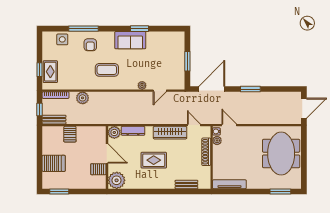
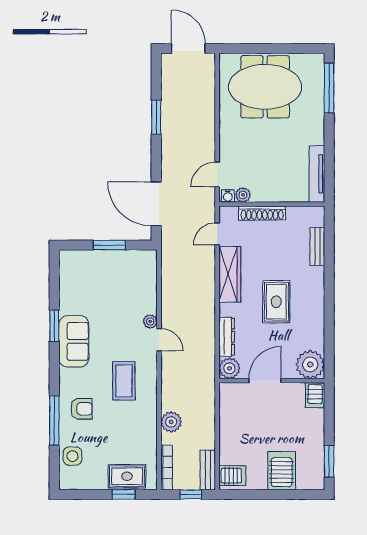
window: (250, 89) -> (156, 117), moved
door: (160, 91) -> (159, 340), moved
server rack: (70, 134) -> (232, 476), moved
server rack: (98, 169) -> (315, 395), moved
window: (280, 191) -> (329, 88), width x1.44

